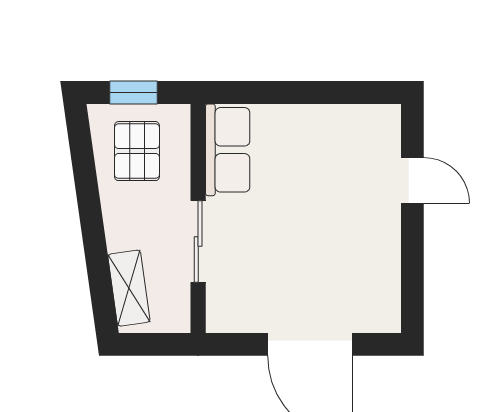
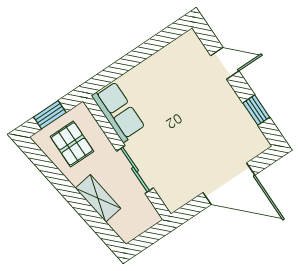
window: (412, 271) -> (256, 110), added
shelving: (129, 288) -> (98, 198), moved

